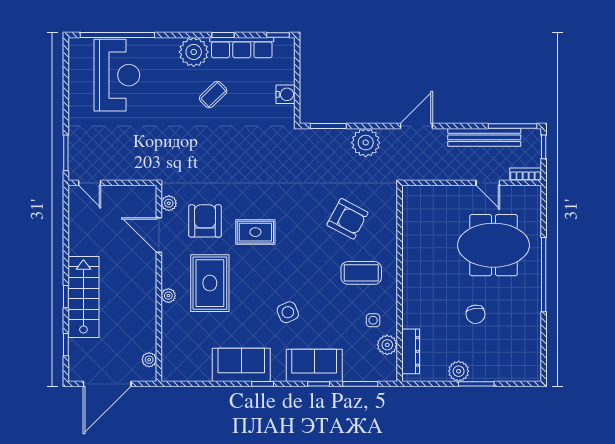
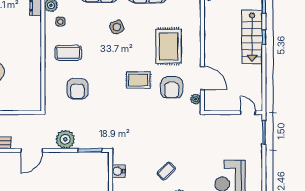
armchair: (347, 219) -> (77, 89), turned -118
plant: (168, 296) -> (196, 38), removed

